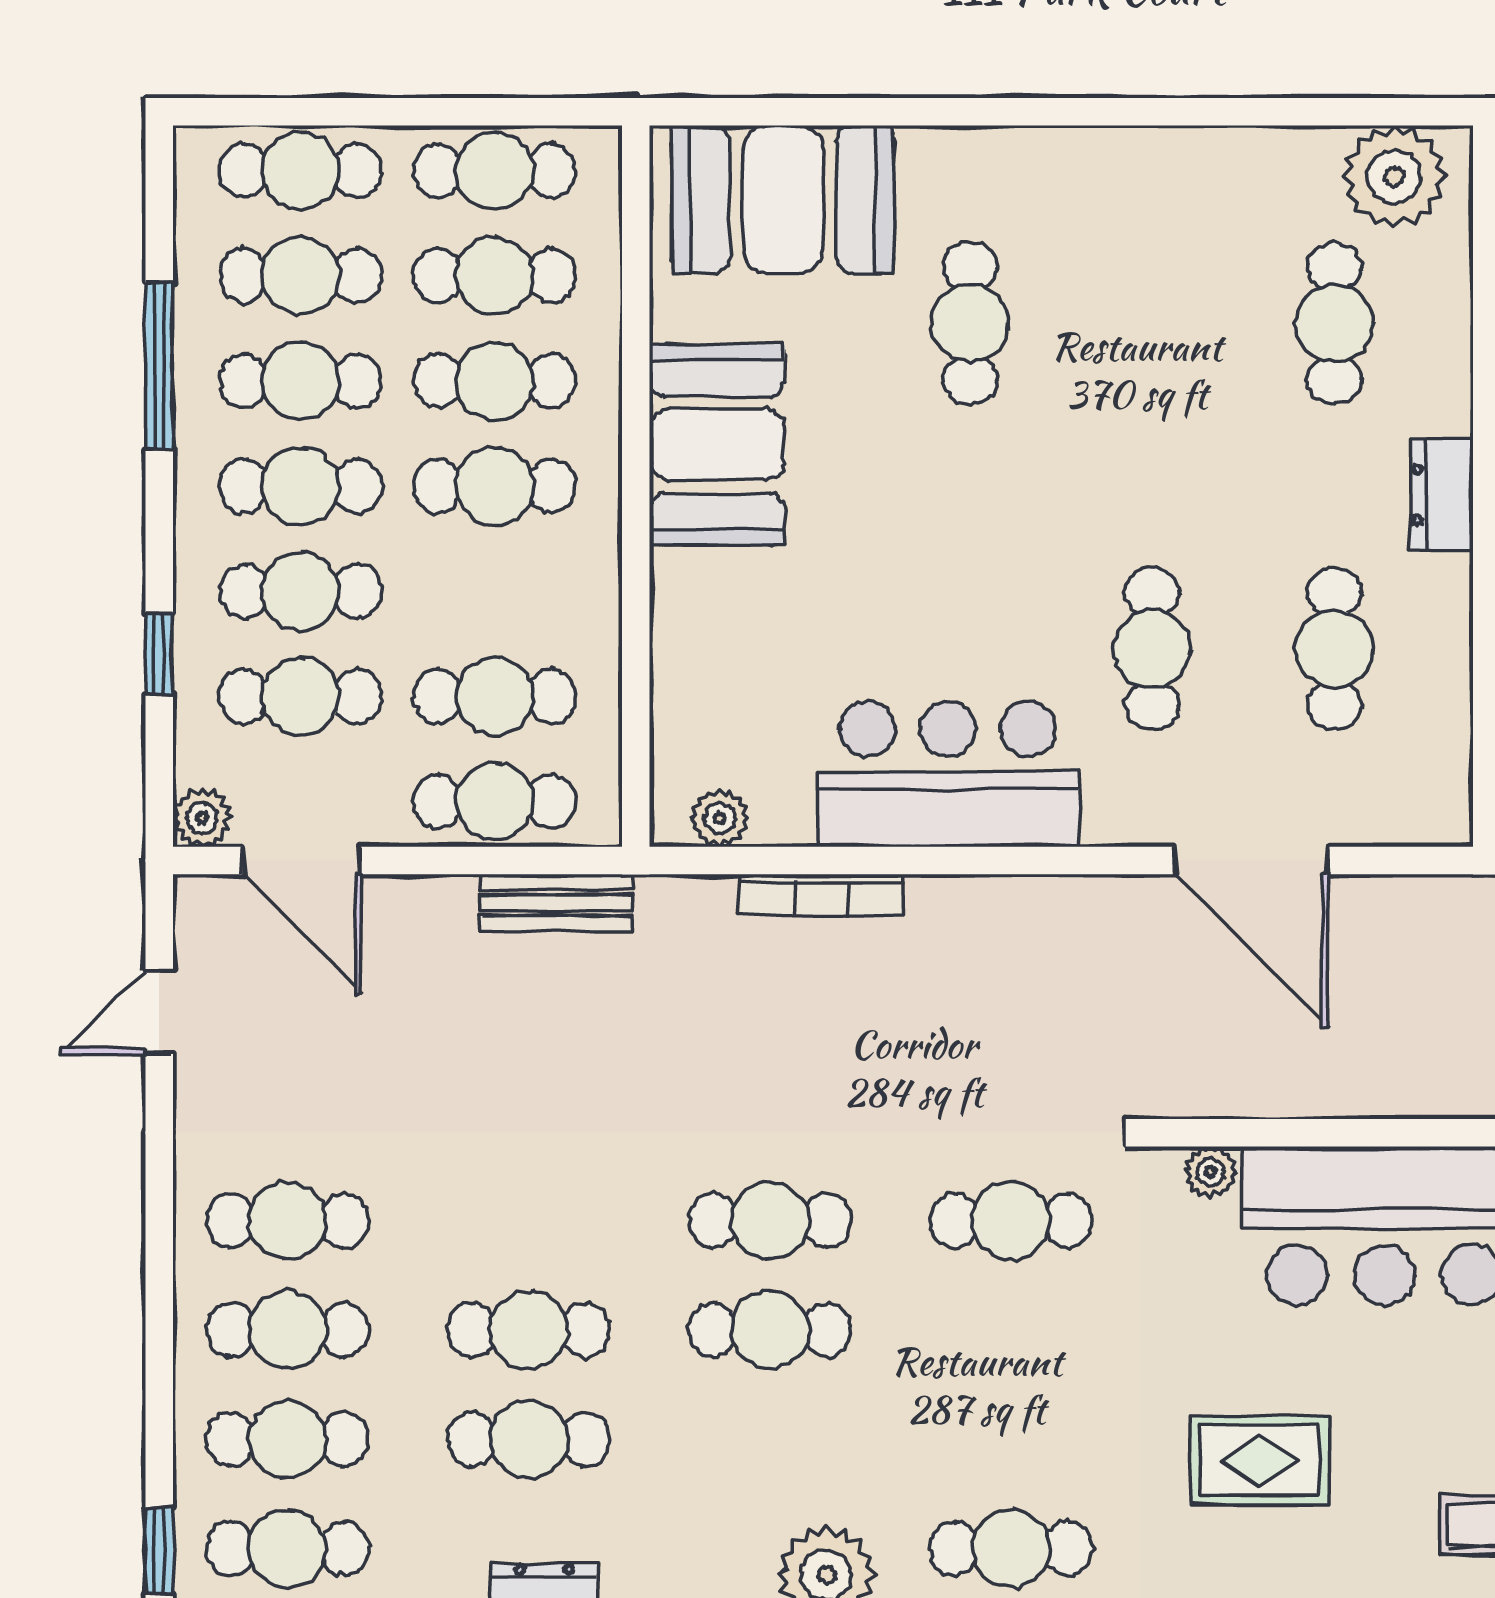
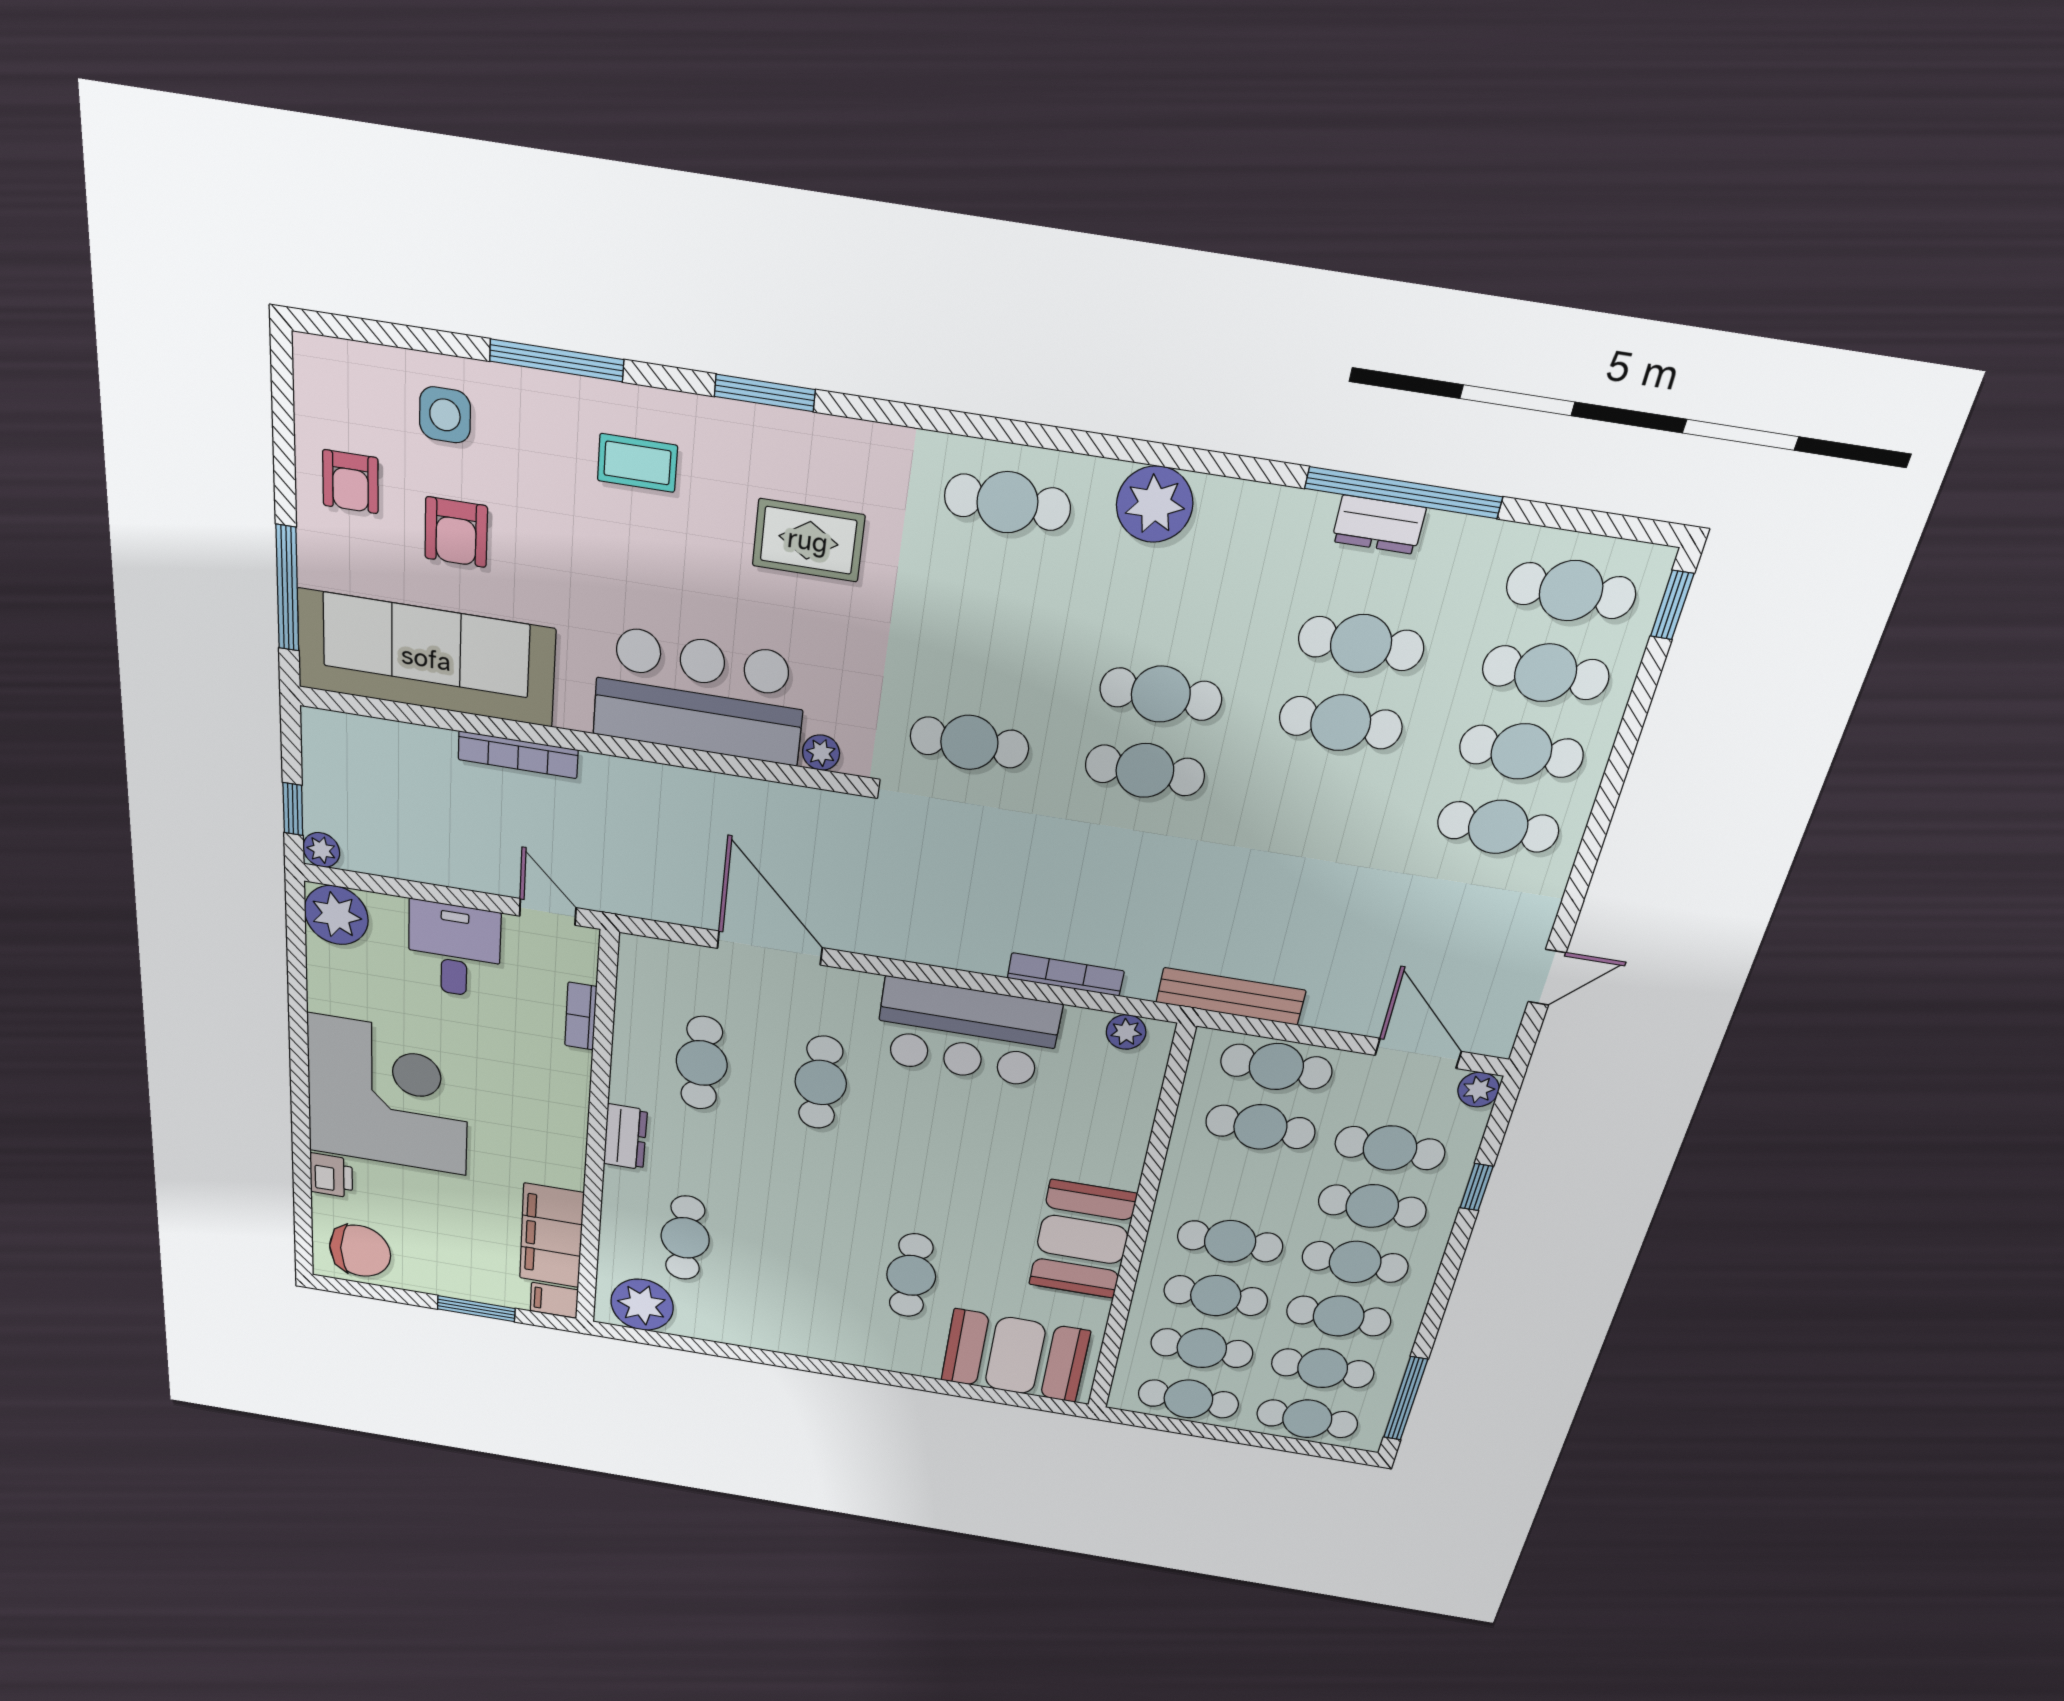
window: (159, 366) -> (1405, 1399), moved
bench: (556, 903) -> (1231, 996), width x1.36

